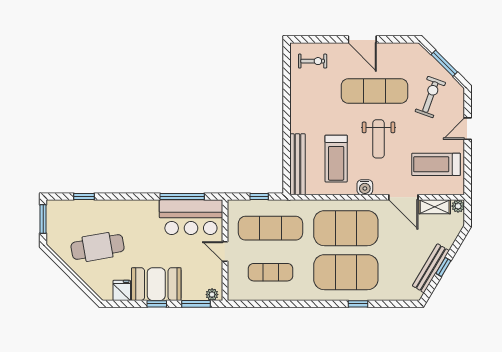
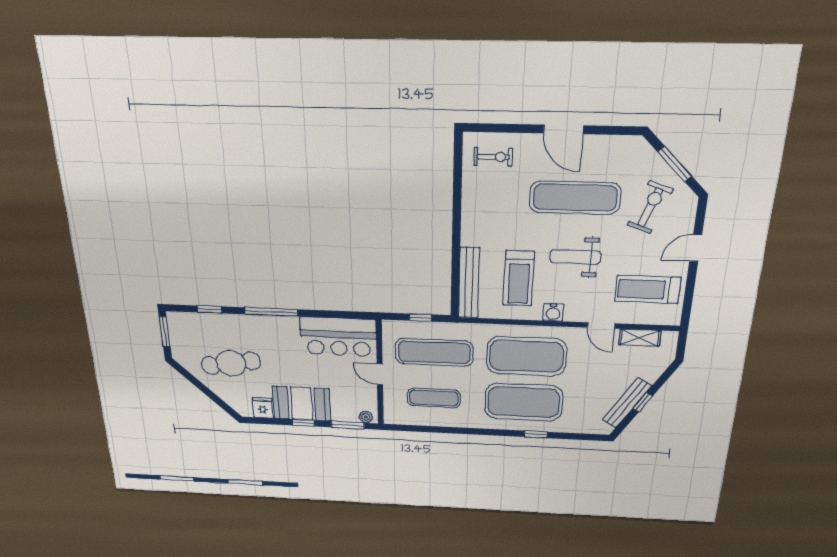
weight bench: (378, 139) -> (575, 257), turned 90
window: (182, 196) -> (271, 312), moved
door: (403, 197) -> (601, 325), width x0.73
plant: (458, 206) -> (670, 338), removed

